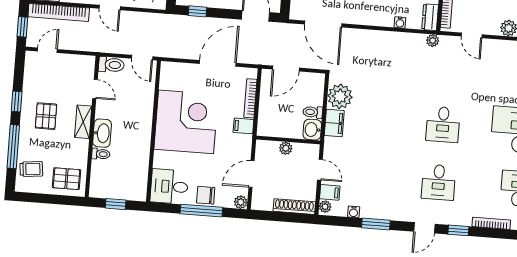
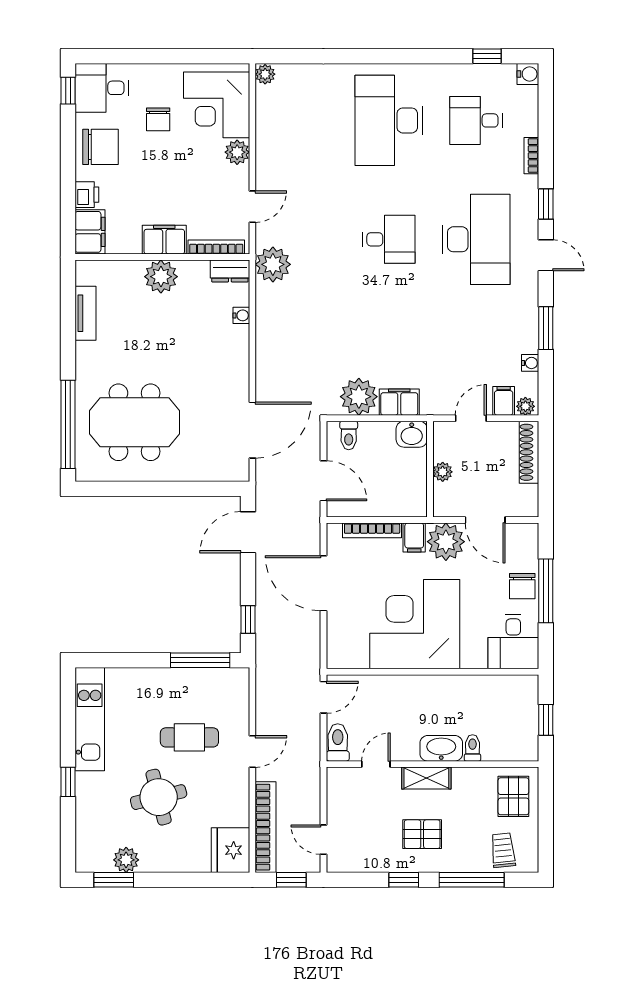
plant: (433, 41) -> (273, 264), width x1.88, depth x1.88
toilet: (313, 112) -> (349, 435), moved
desk: (438, 182) -> (476, 239), width x1.87, depth x1.30
plant: (241, 202) -> (446, 542), moved, width x1.87, depth x1.87
bookcase: (491, 223) -> (531, 156), width x0.64

